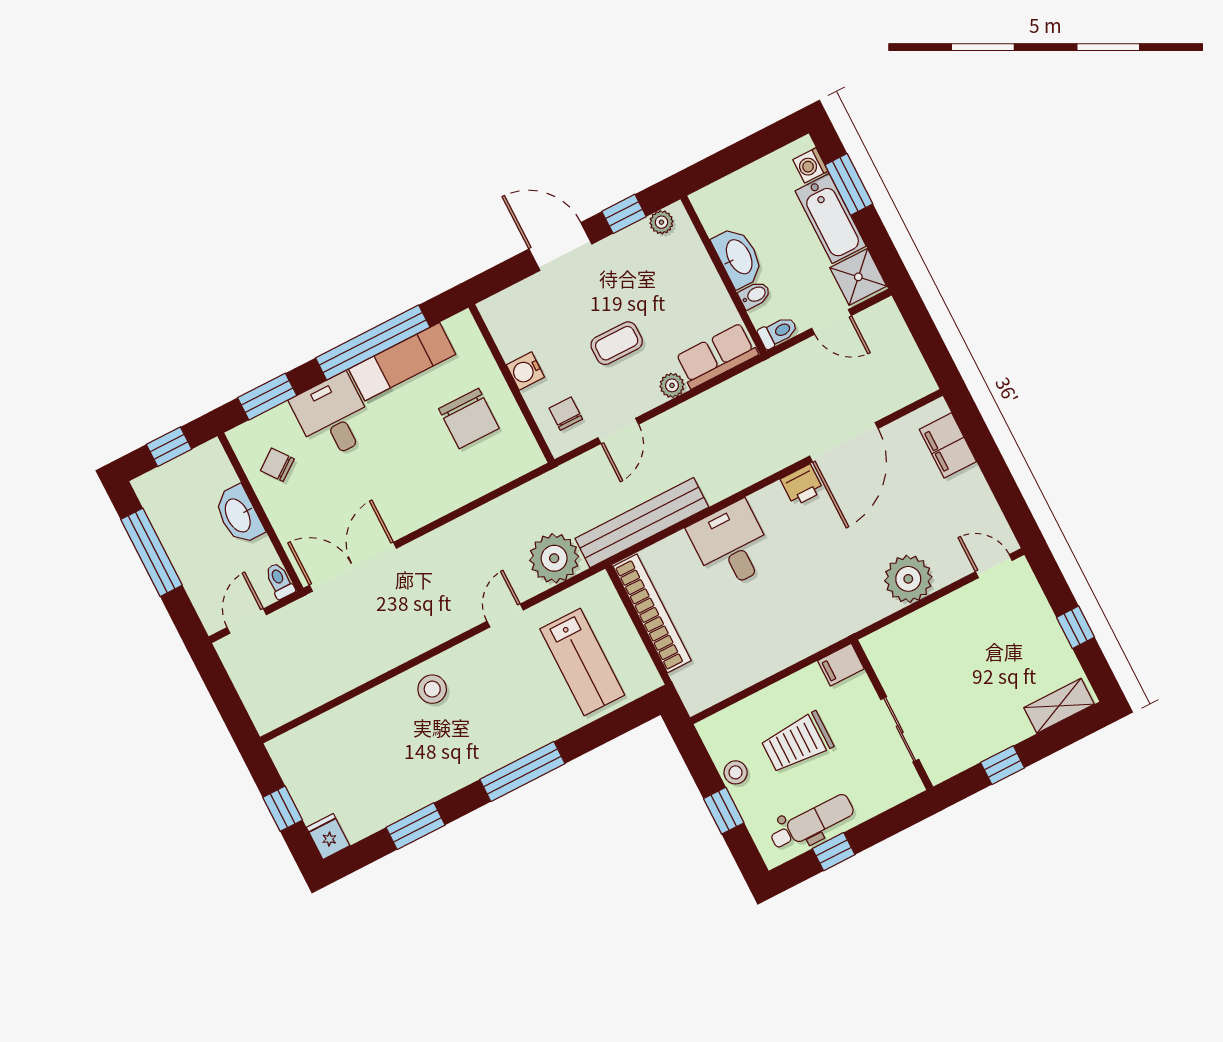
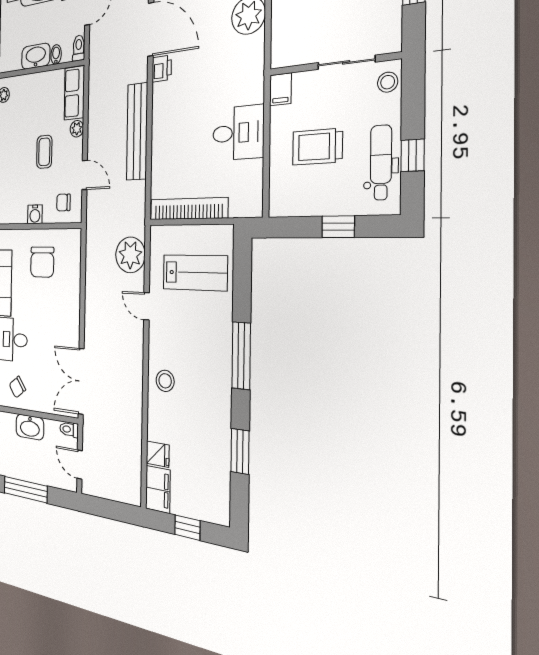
chair: (469, 418) -> (42, 262), turned 90
bench: (642, 523) -> (137, 132), moved
desk: (731, 545) -> (238, 133), moved, turned 180
trolley: (797, 743) -> (317, 147), turned 90
filing cabinet: (298, 747) -> (158, 489), added
stool: (736, 772) -> (388, 82), moved
fridge: (328, 836) -> (158, 454), moved, turned 180

